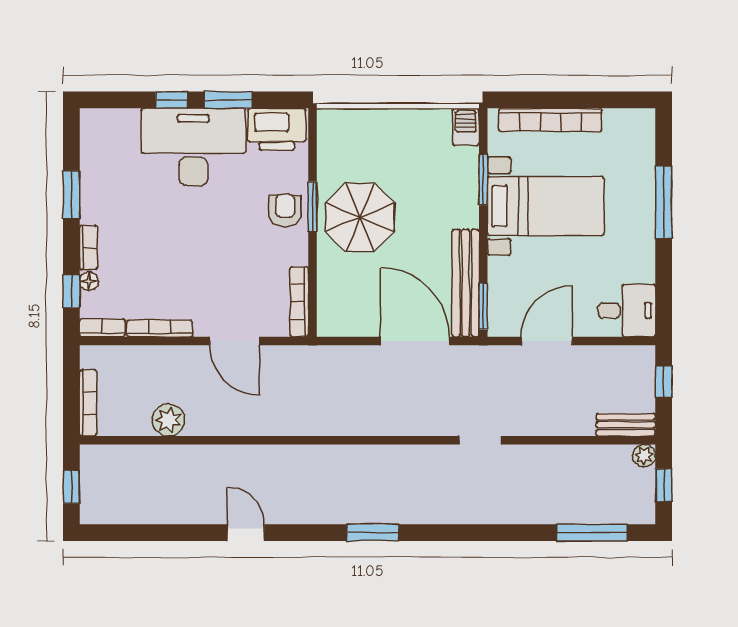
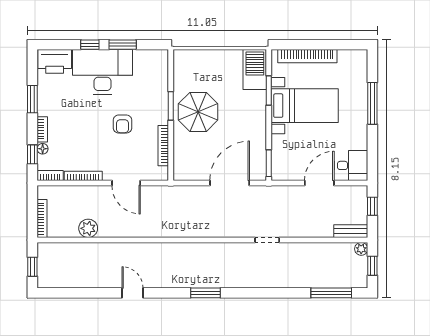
barbecue: (466, 127) -> (255, 70), width x1.88, depth x1.53
printer: (277, 129) -> (55, 61), moved
armchair: (285, 210) -> (122, 124), moved, turned 180
bench: (466, 283) -> (259, 150), removed
bookcase: (299, 302) -> (163, 146), moved
door: (415, 341) -> (230, 183), hinge flipped
door: (547, 341) -> (319, 183), moved

